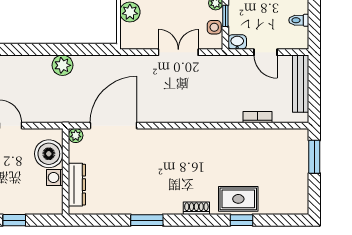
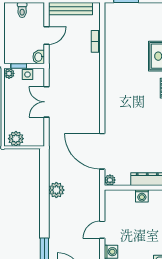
boiler: (49, 154) -> (124, 200), removed

